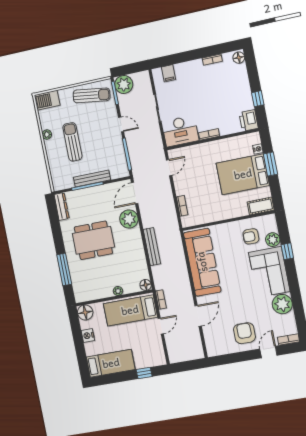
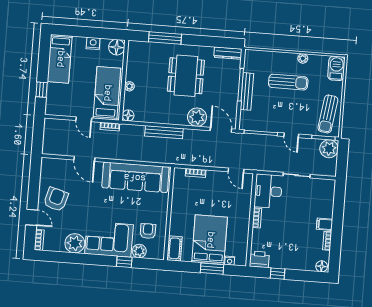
filing cabinet: (168, 73) -> (325, 224), moved
door: (121, 124) -> (291, 135), hinge flipped
armchair: (244, 333) -> (56, 199), turned -74

